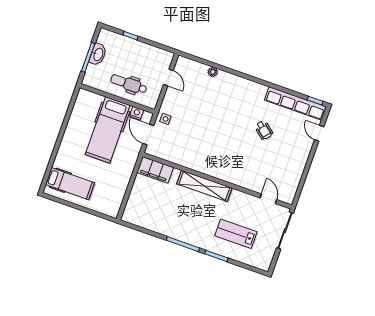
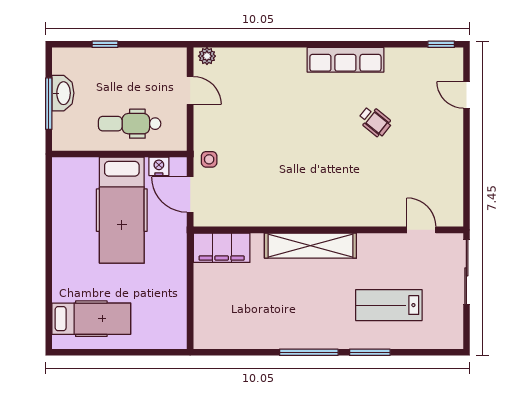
plant: (213, 72) -> (207, 56), moved
row of seats: (296, 103) -> (345, 60), moved, width x0.73

